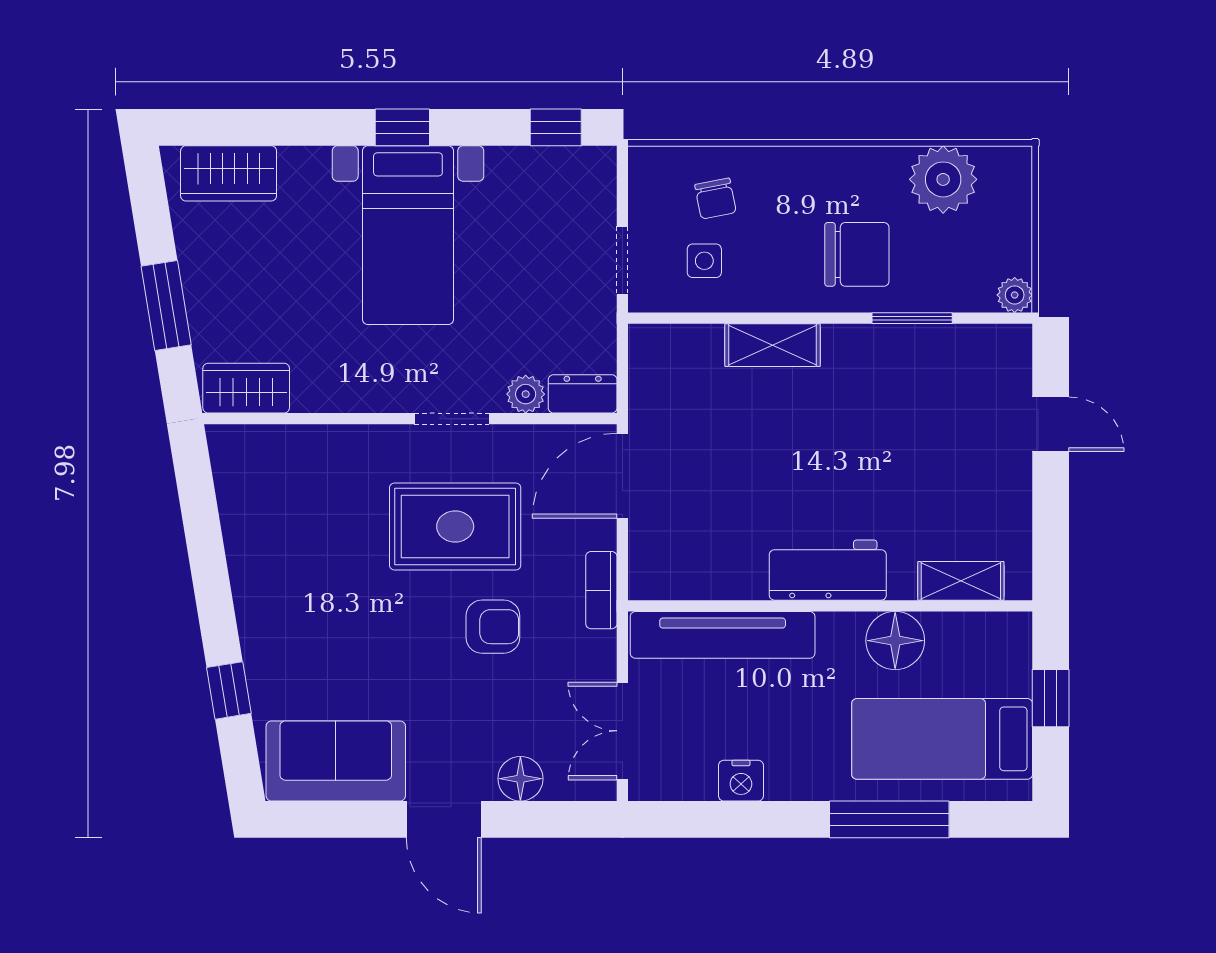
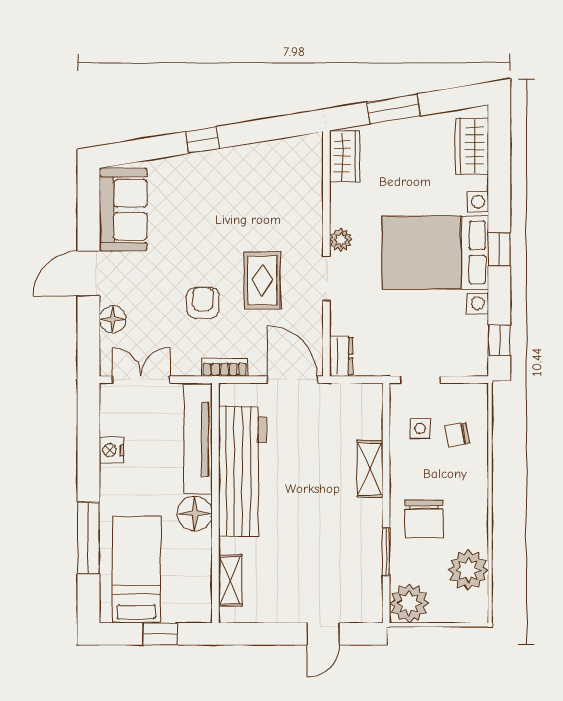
bed with nightstands: (408, 235) -> (435, 252), width x1.36
plant: (1015, 295) -> (409, 603), width x1.87, depth x1.87
plant: (526, 394) -> (341, 240), moved
rug: (455, 527) -> (262, 280), width x0.73, depth x0.70
workbench: (828, 570) -> (242, 471), width x1.87, depth x1.32
armchair: (493, 627) -> (203, 303), turned 180
floor lamp: (895, 641) -> (195, 513), moved
window: (229, 690) -> (202, 140), moved

